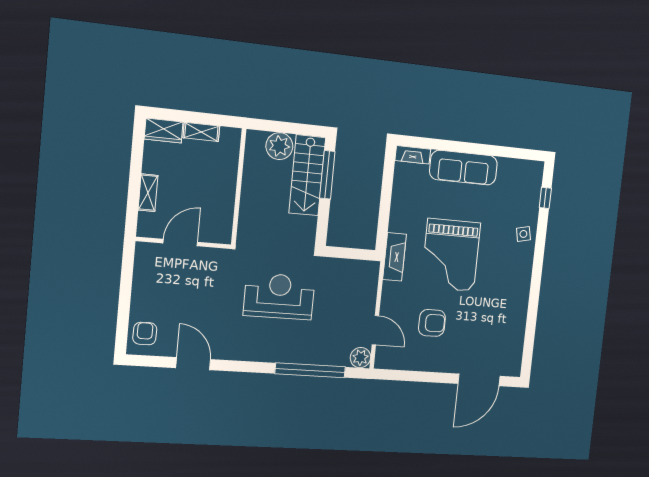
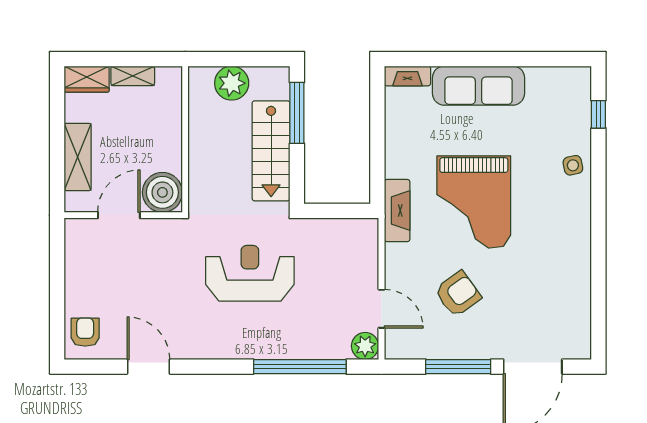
stairs: (307, 175) -> (271, 151), moved
shelving: (148, 193) -> (78, 157), width x1.50, depth x1.33
boiler: (217, 227) -> (162, 192), added
armchair: (432, 323) -> (458, 294), turned -36
window: (426, 377) -> (458, 367), added

